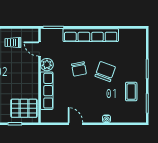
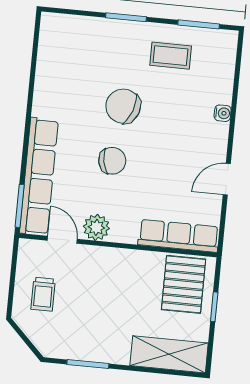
row of seats: (91, 35) -> (39, 176), moved
door: (39, 49) -> (62, 240), swing flipped
row of seats: (47, 91) -> (179, 236), moved

